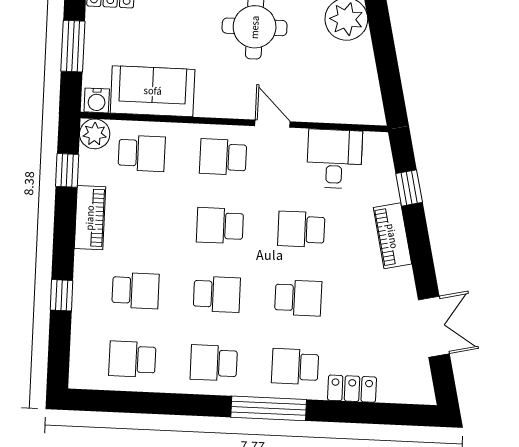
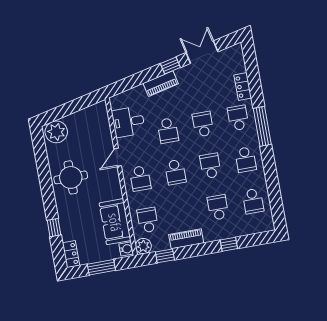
window: (409, 188) -> (170, 66), moved
school desk: (295, 367) -> (238, 118), turned 180

